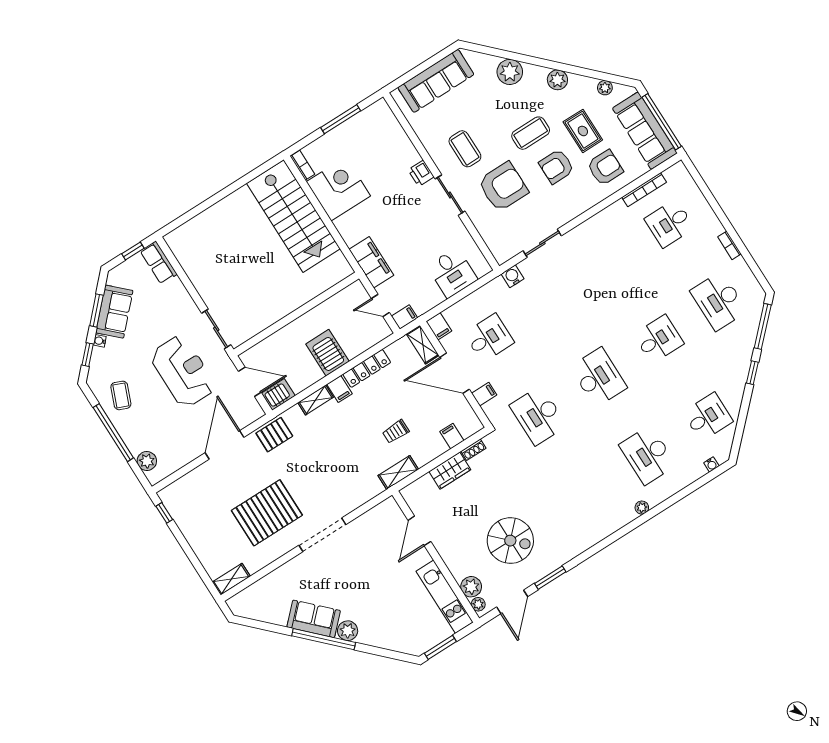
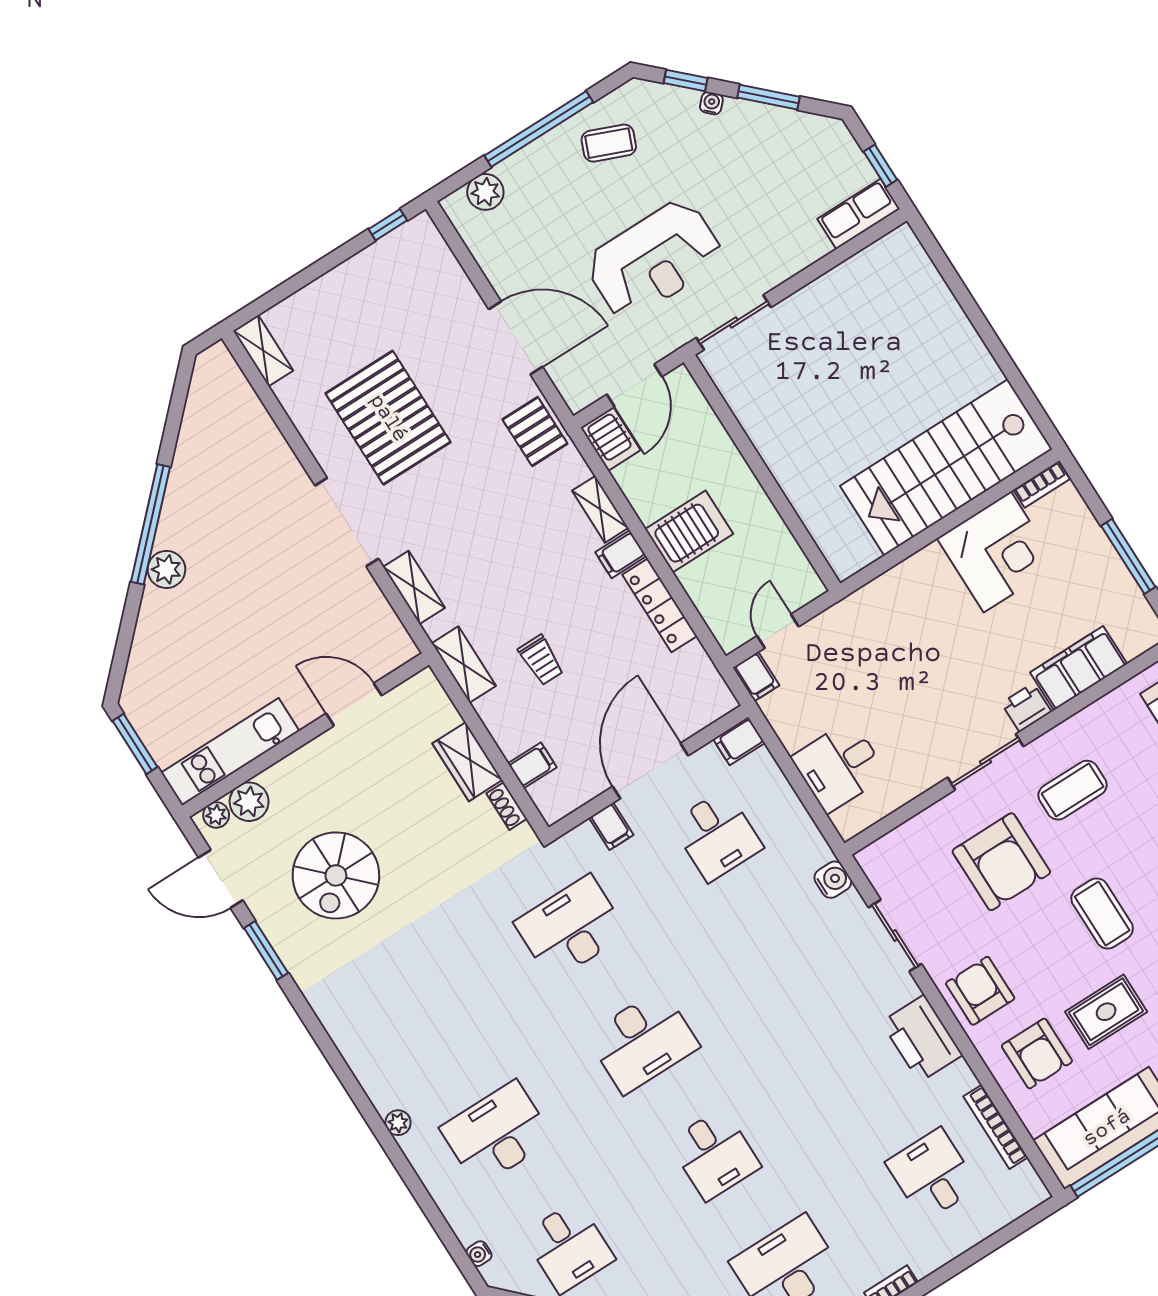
armchair: (556, 166) -> (980, 991), moved
printer: (597, 229) -> (922, 1039), added
filing cabinet: (371, 262) -> (1079, 668), moved, turned 180
sofa: (114, 312) -> (766, 131), removed
shelving: (423, 345) -> (414, 587), moved, turned 90
trolley: (396, 431) -> (541, 660), turned 180
sofa: (314, 619) -> (189, 506), removed

